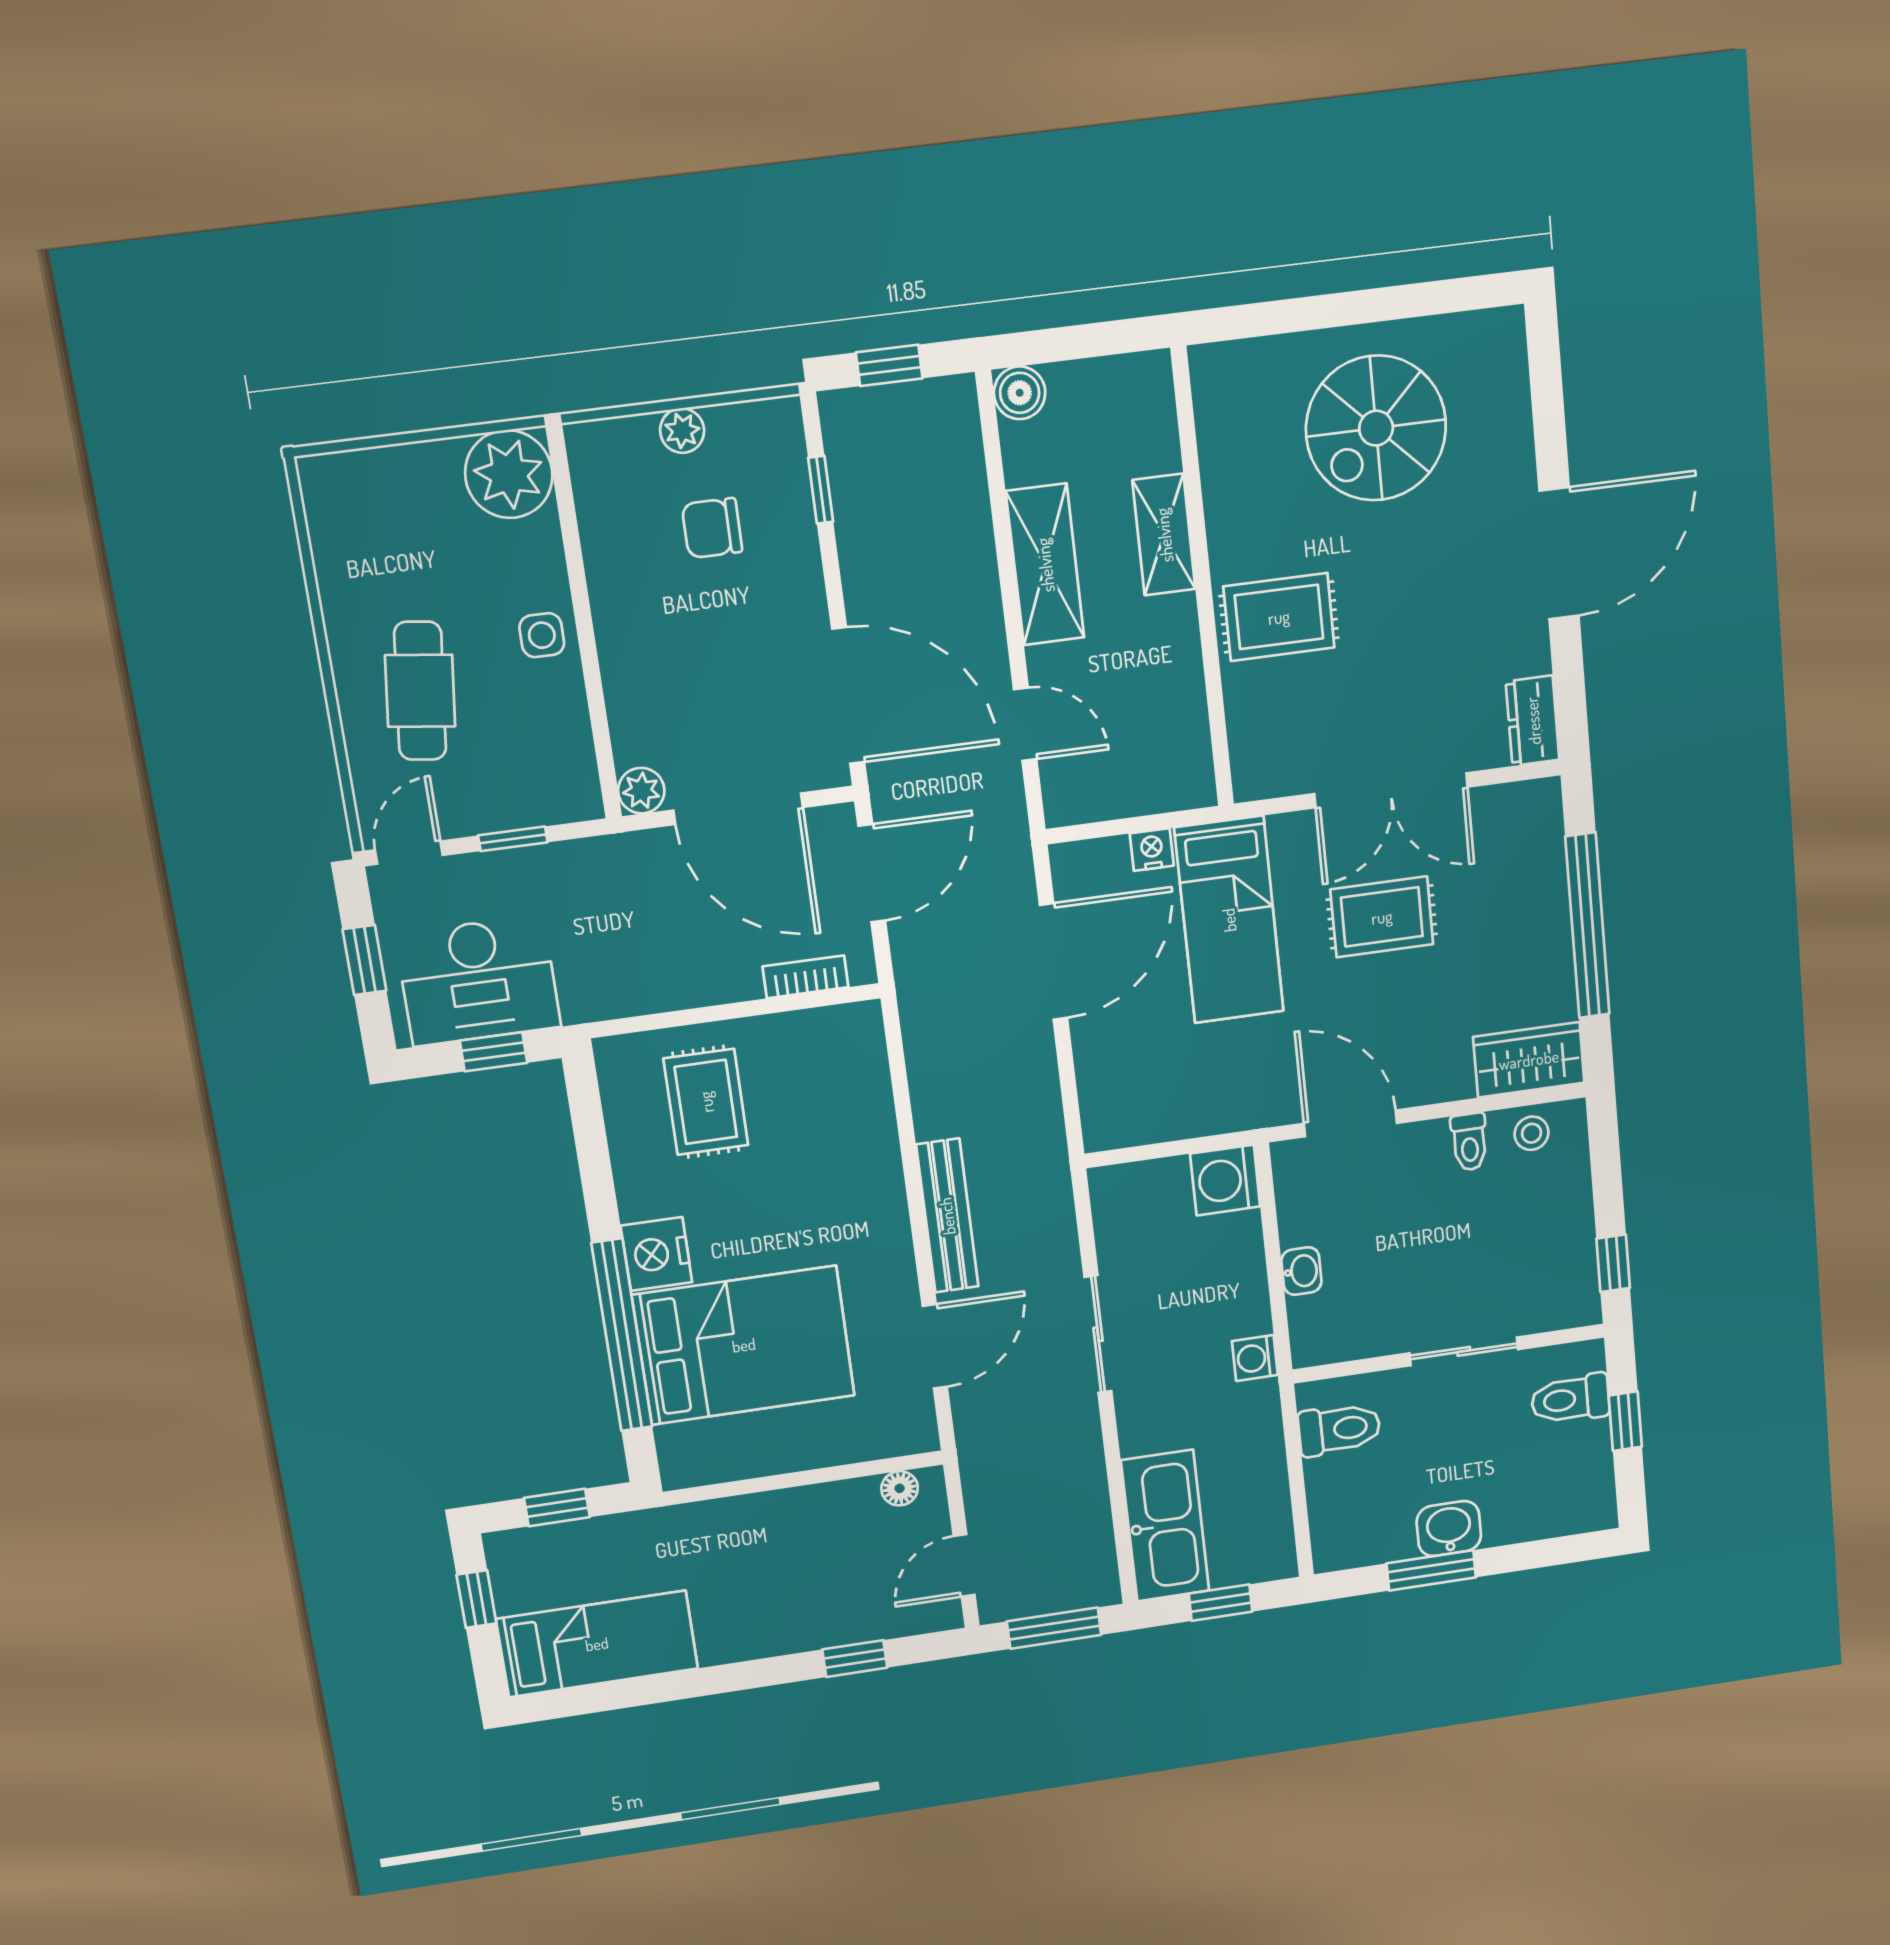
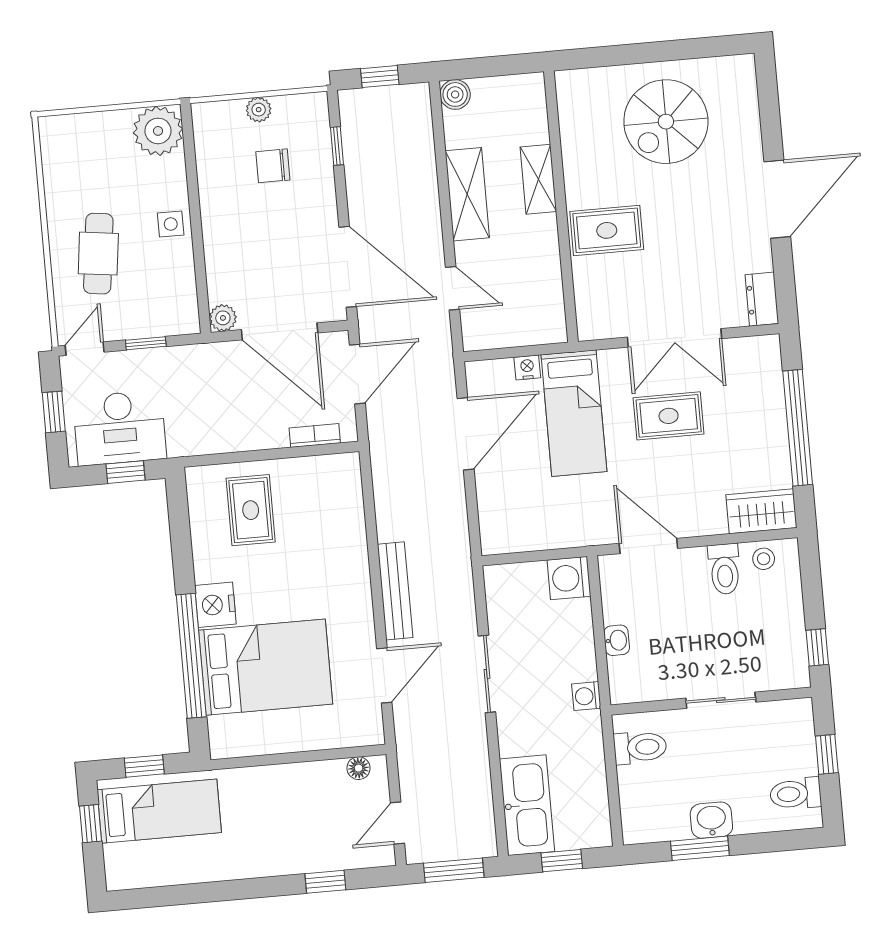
toilet: (1469, 1142) -> (724, 569), width x1.37, depth x1.39
toilet: (1570, 1399) -> (796, 794), moved
bed: (597, 1644) -> (159, 811), moved

